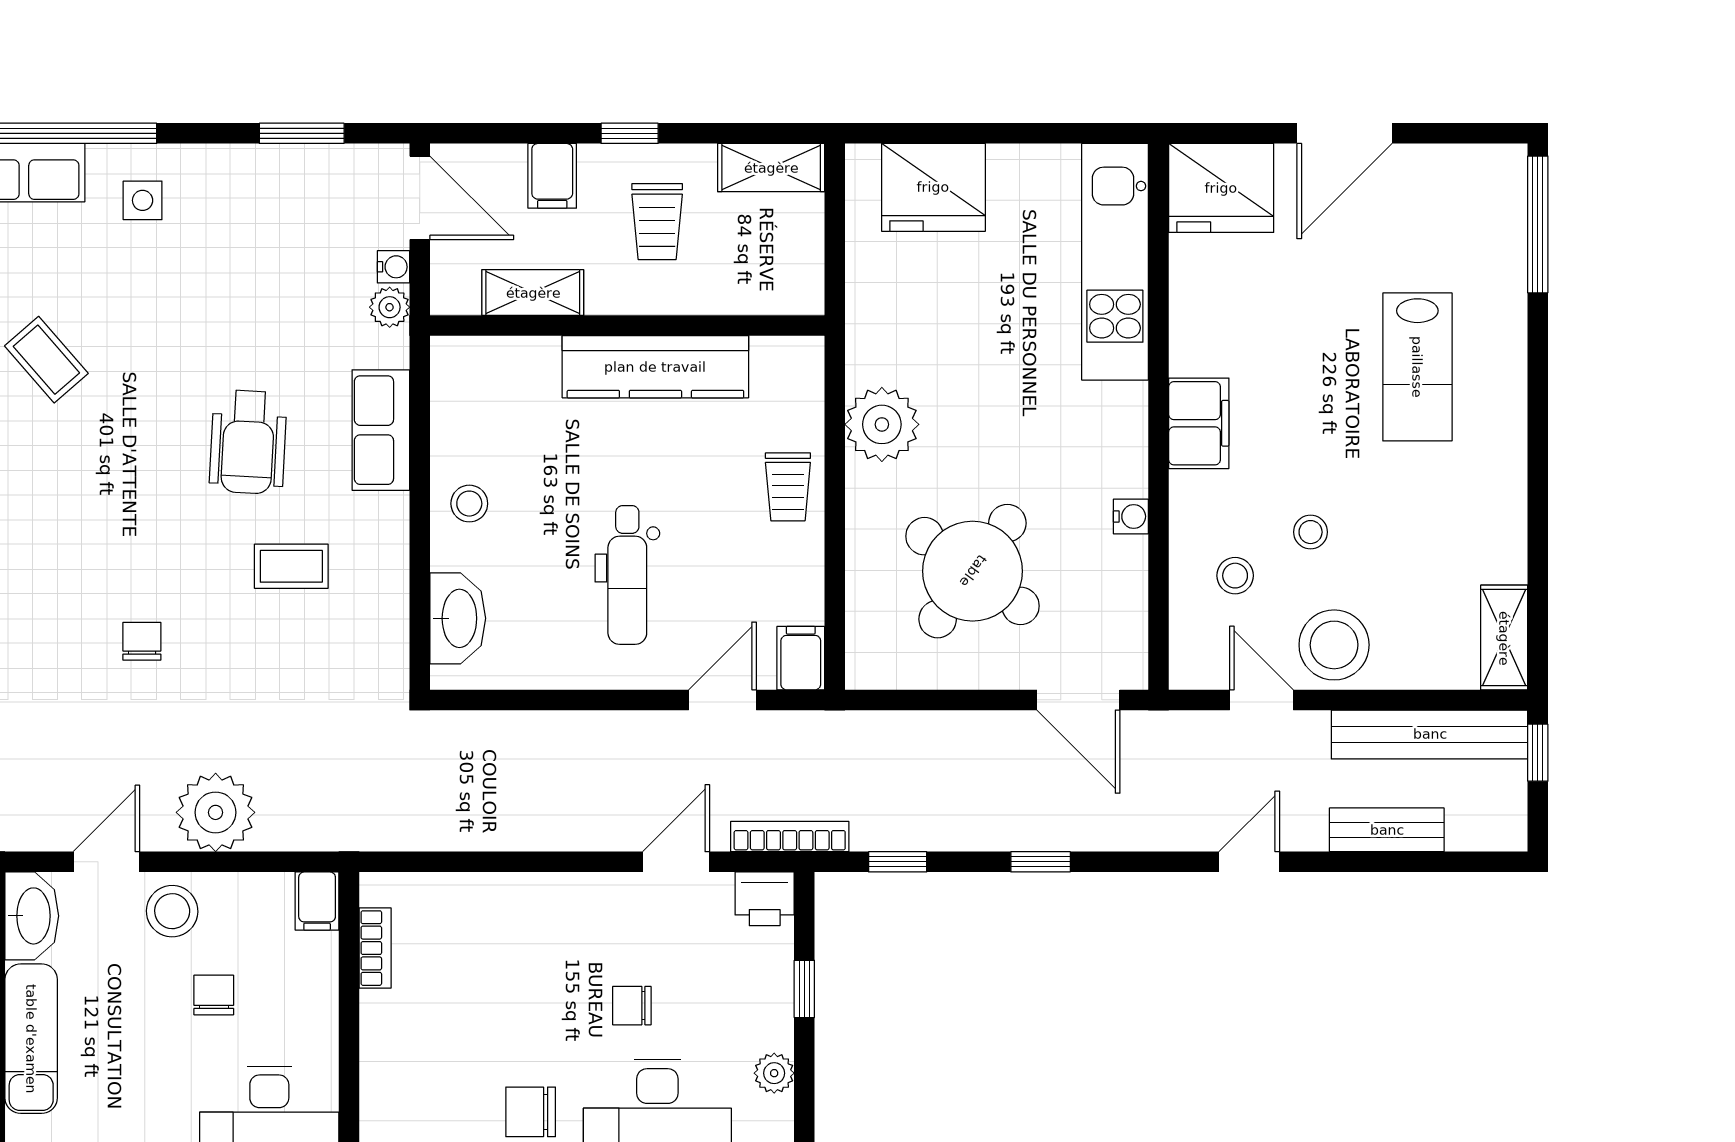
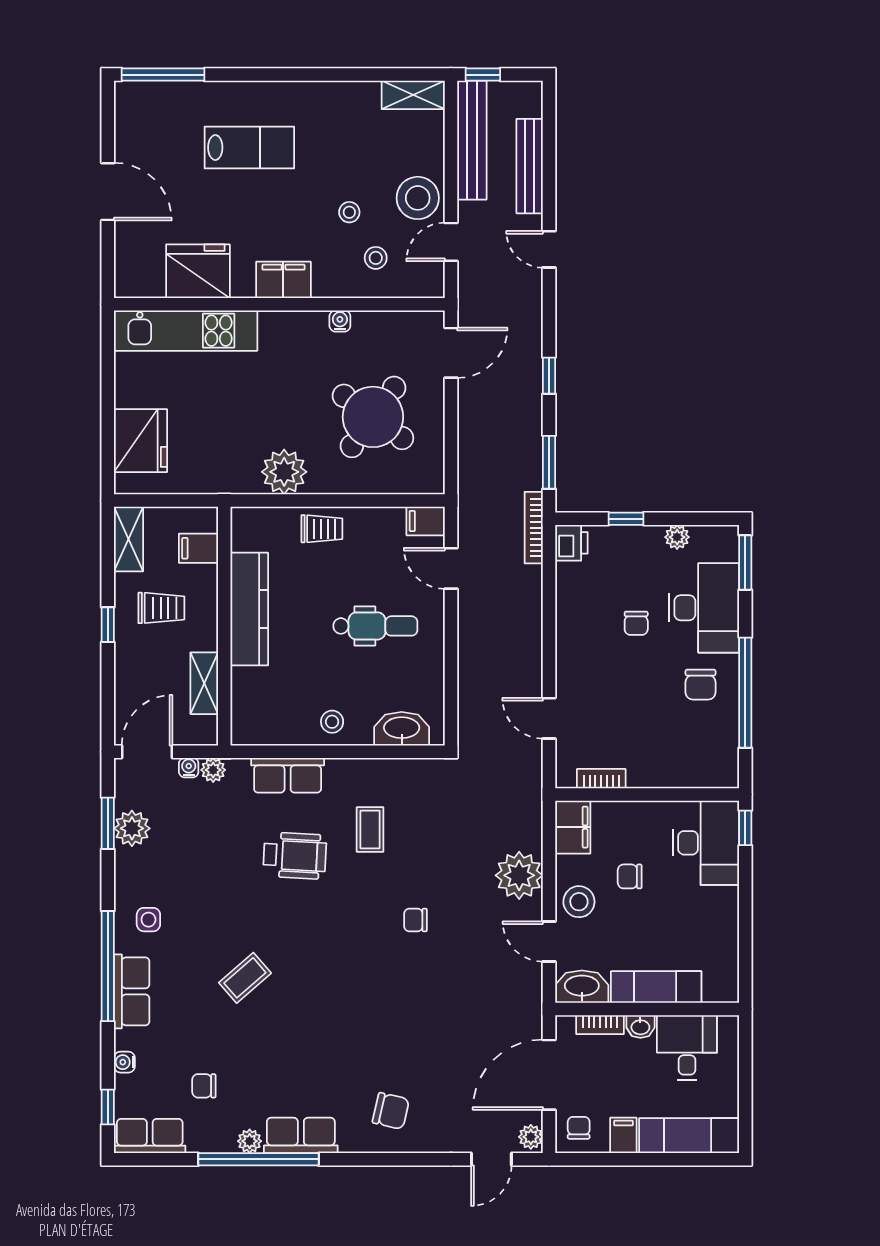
plant: (293, 173) -> (132, 828), added
filing cabinet: (552, 176) -> (199, 548), moved, turned 180
fridge: (1221, 188) -> (198, 271), moved, turned -90
bench: (1387, 830) -> (530, 166), width x1.36
door: (676, 862) -> (549, 718), moved
window: (898, 862) -> (549, 462), width x1.50
filing cabinet: (317, 901) -> (573, 827), width x2.00

